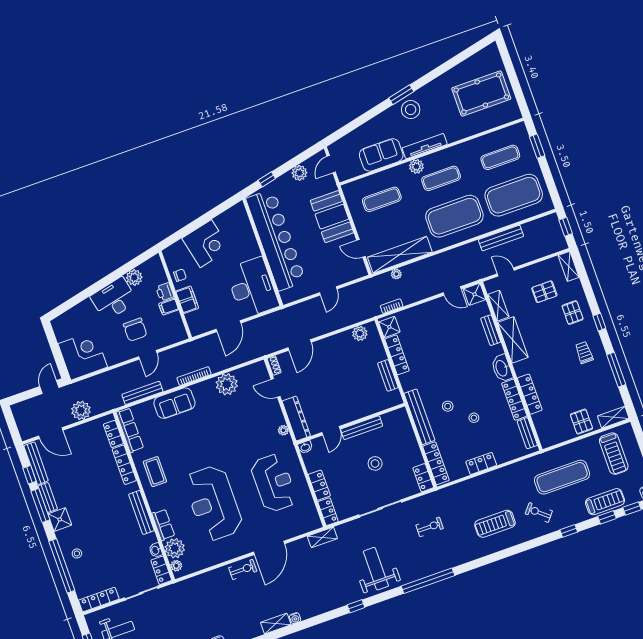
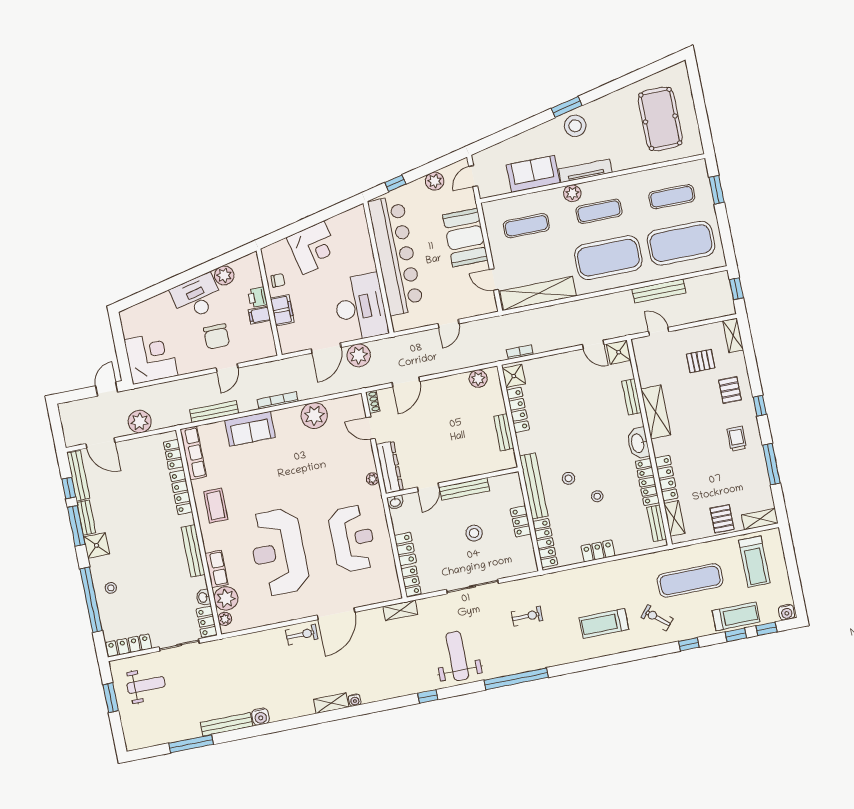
pool table: (481, 94) -> (660, 119), turned 90
plant: (396, 274) -> (359, 355), moved, width x1.88, depth x1.88
shelving: (498, 306) -> (674, 518), moved
locker: (423, 478) -> (521, 521), moved

